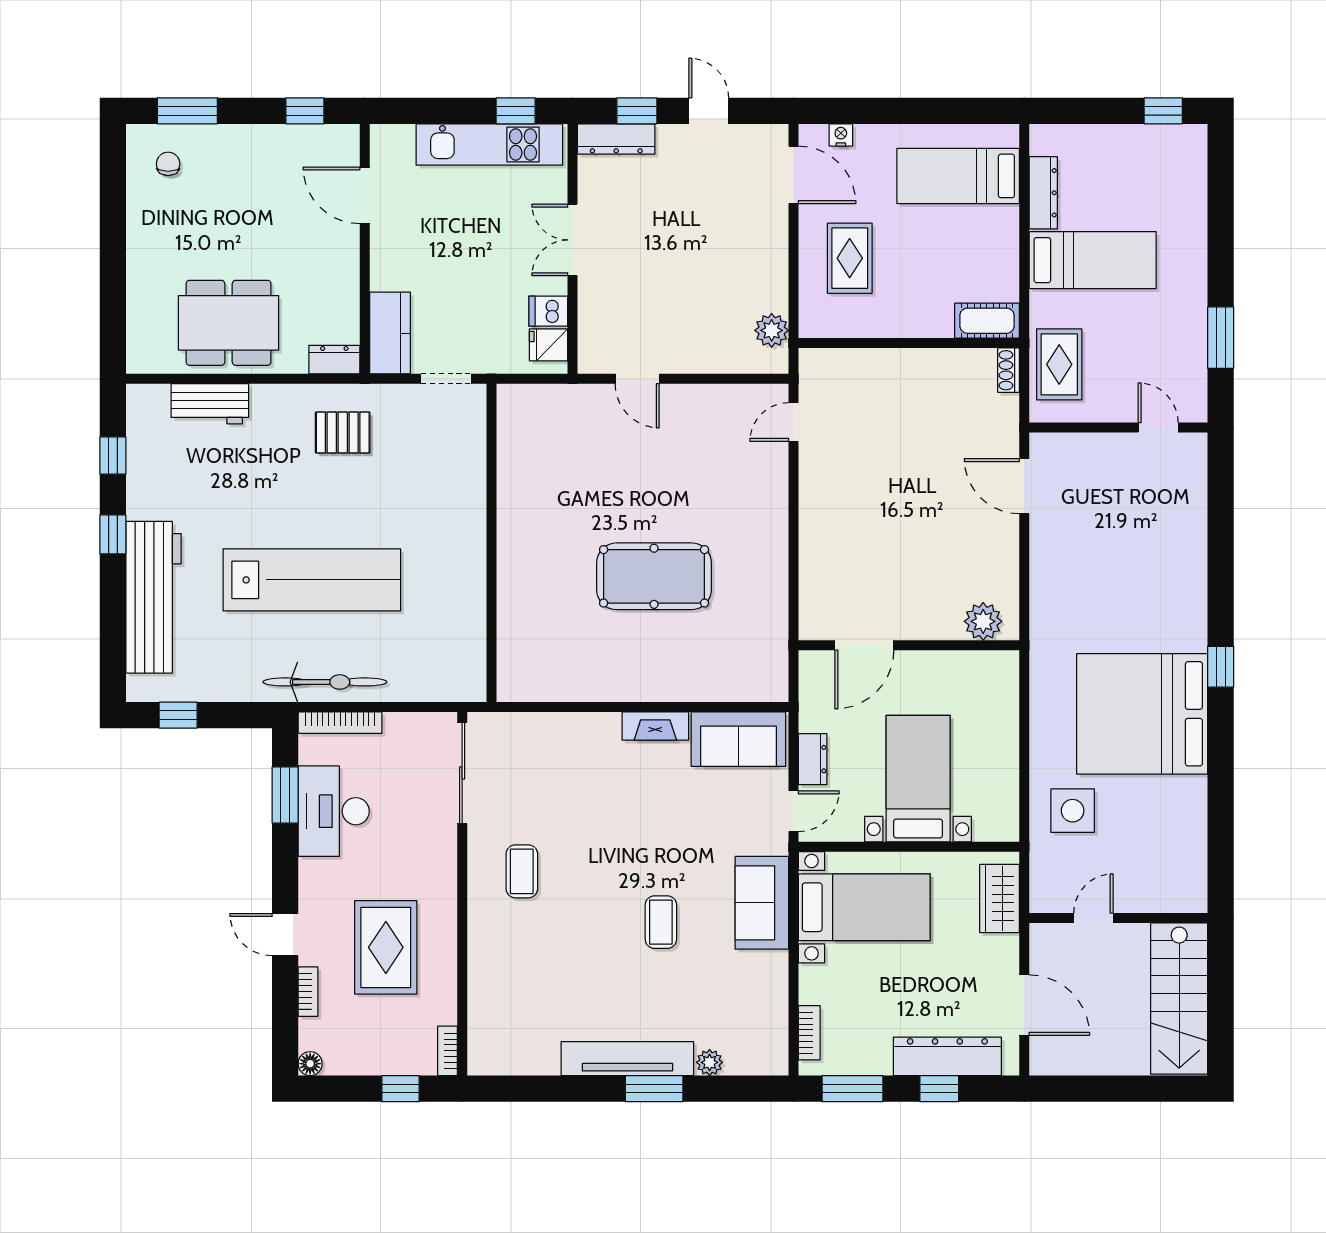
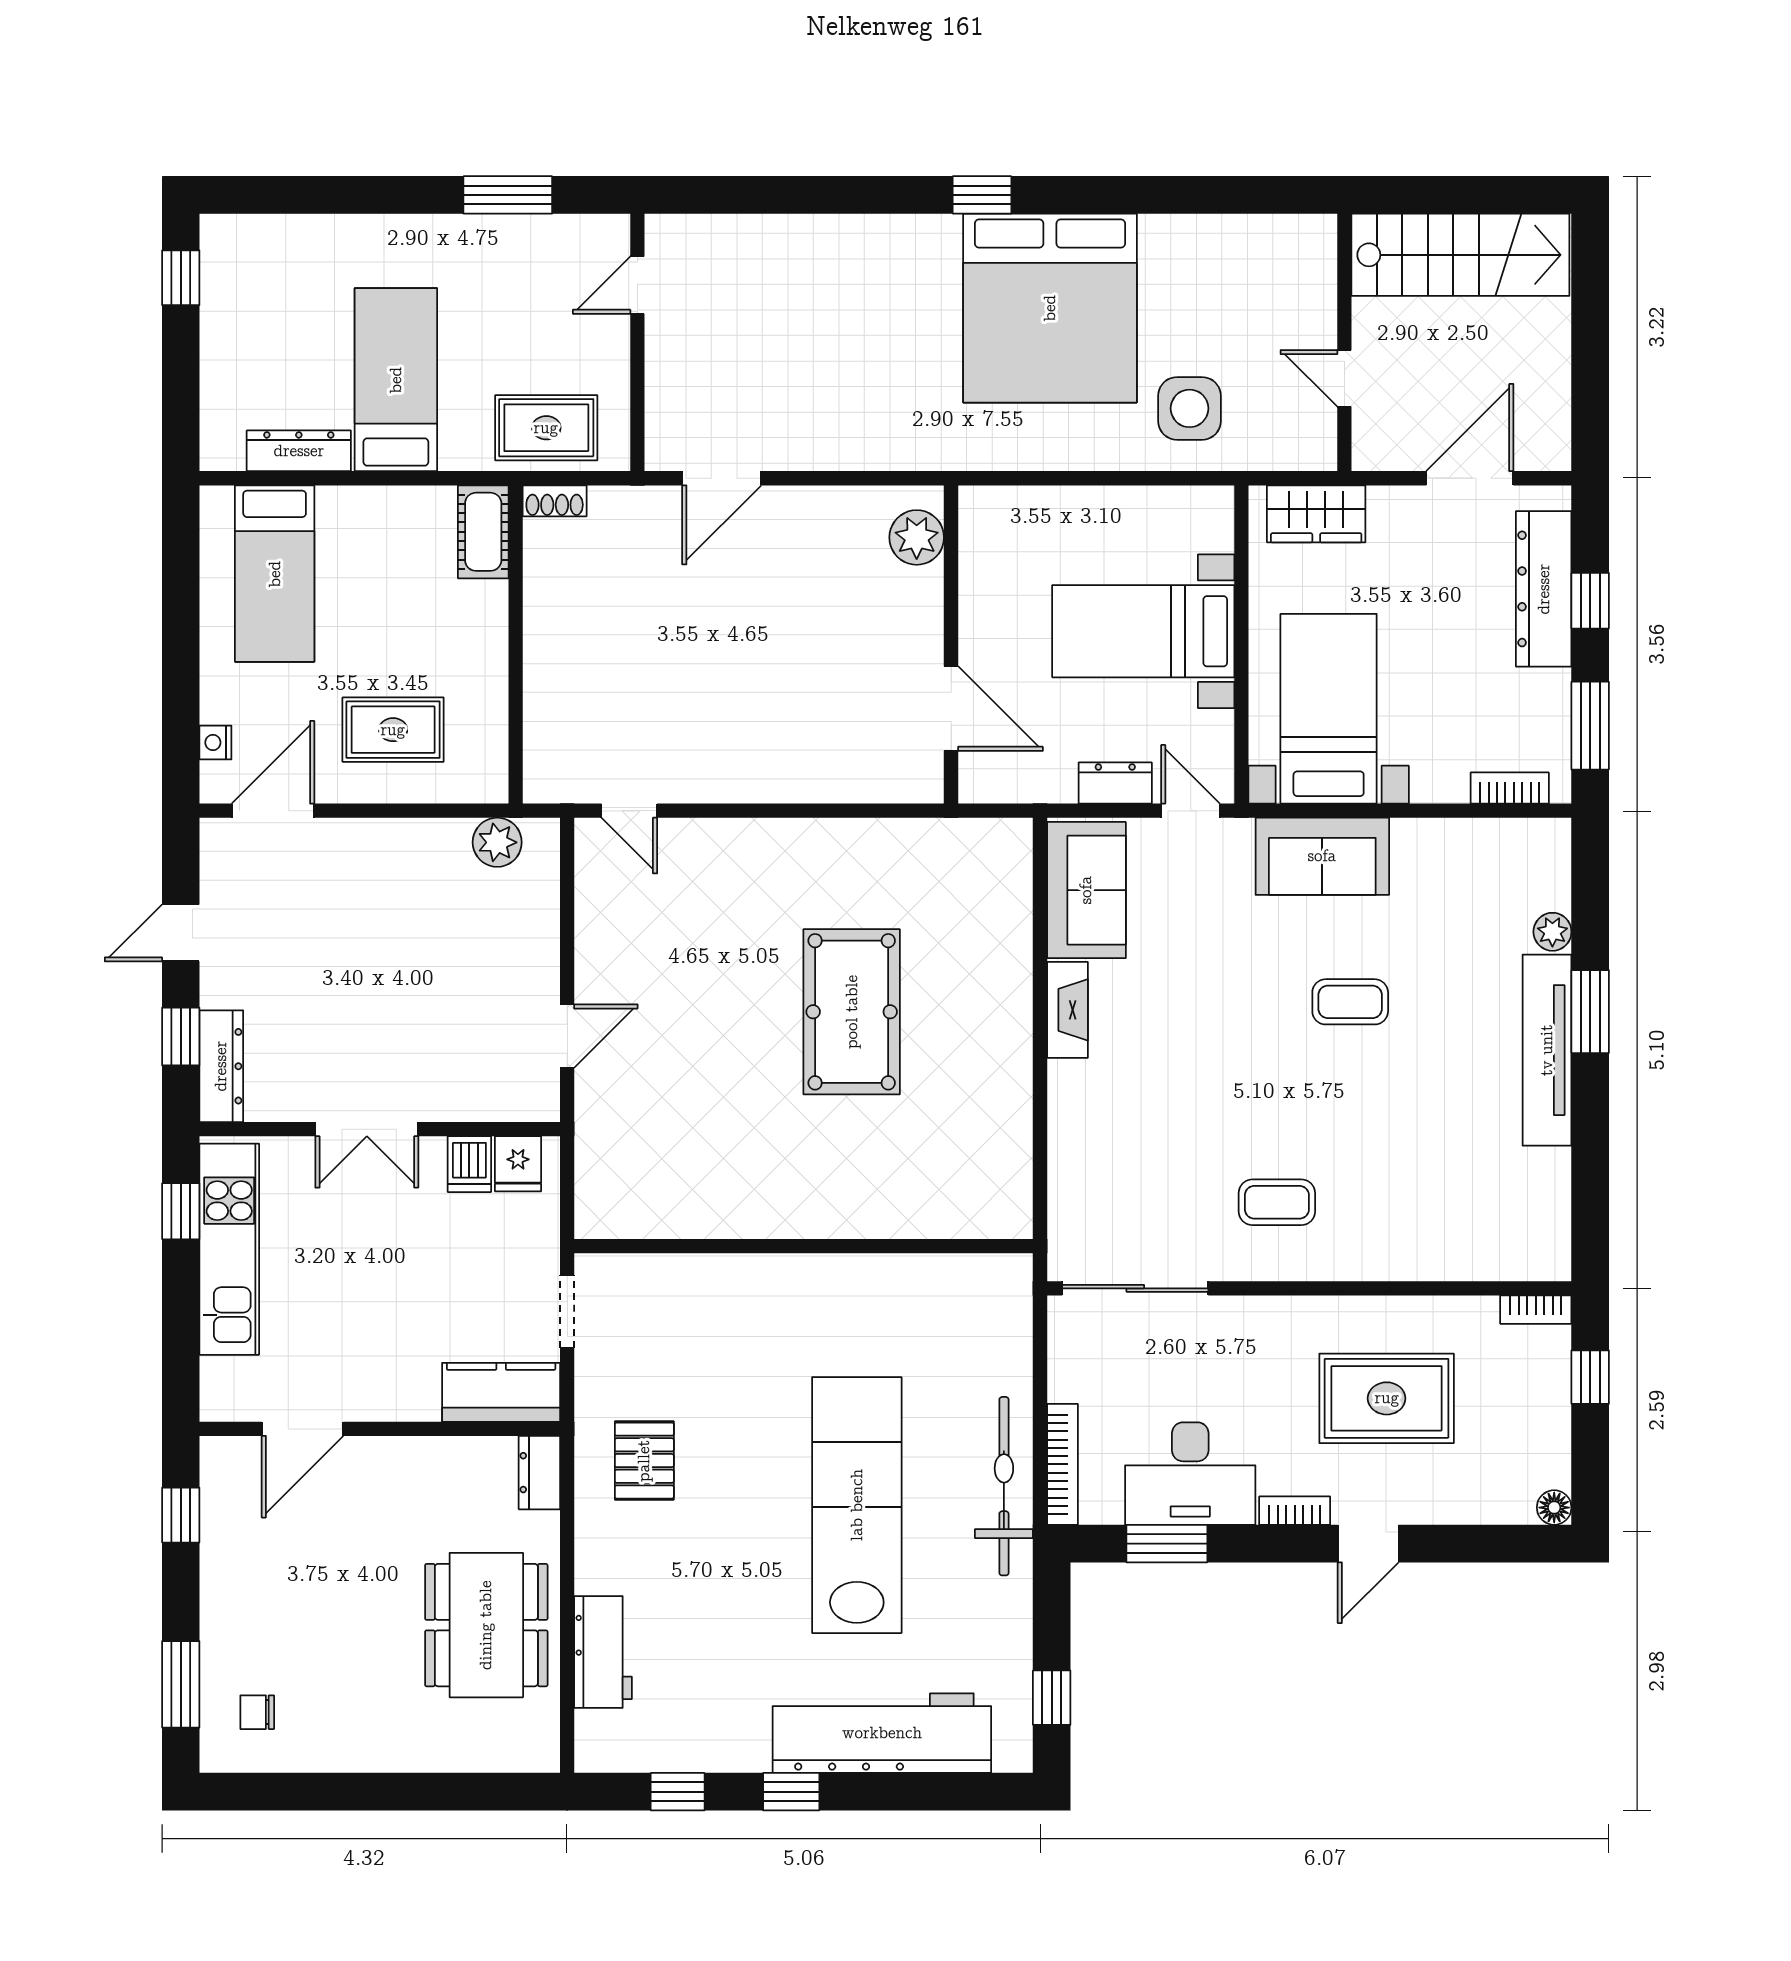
bookcase: (308, 992) -> (1295, 1511), moved

